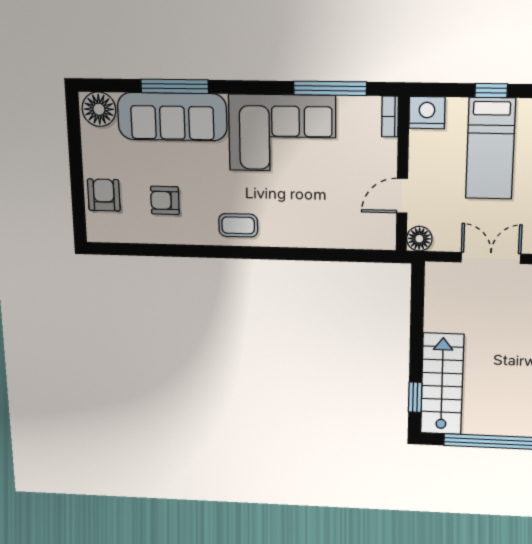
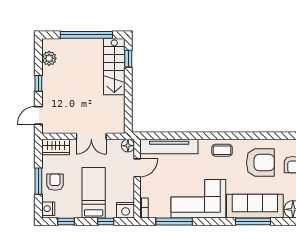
window: (491, 91) -> (106, 222), moved
armchair: (165, 200) -> (260, 163), width x1.88, depth x1.88
tv unit: (339, 235) -> (169, 146), added

